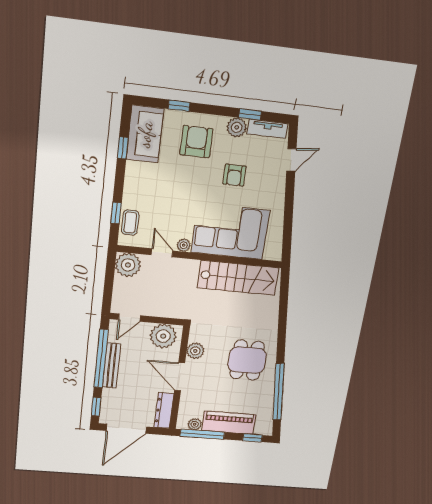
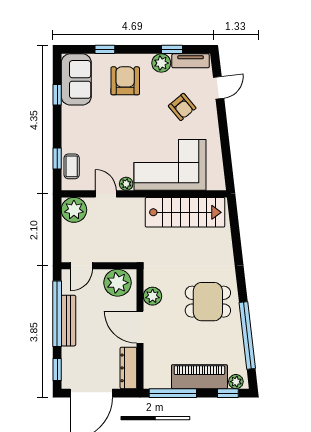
armchair: (234, 175) -> (182, 107), moved, turned -40
dining table: (247, 360) -> (208, 302), turned 90
plant: (195, 424) -> (236, 382), moved

